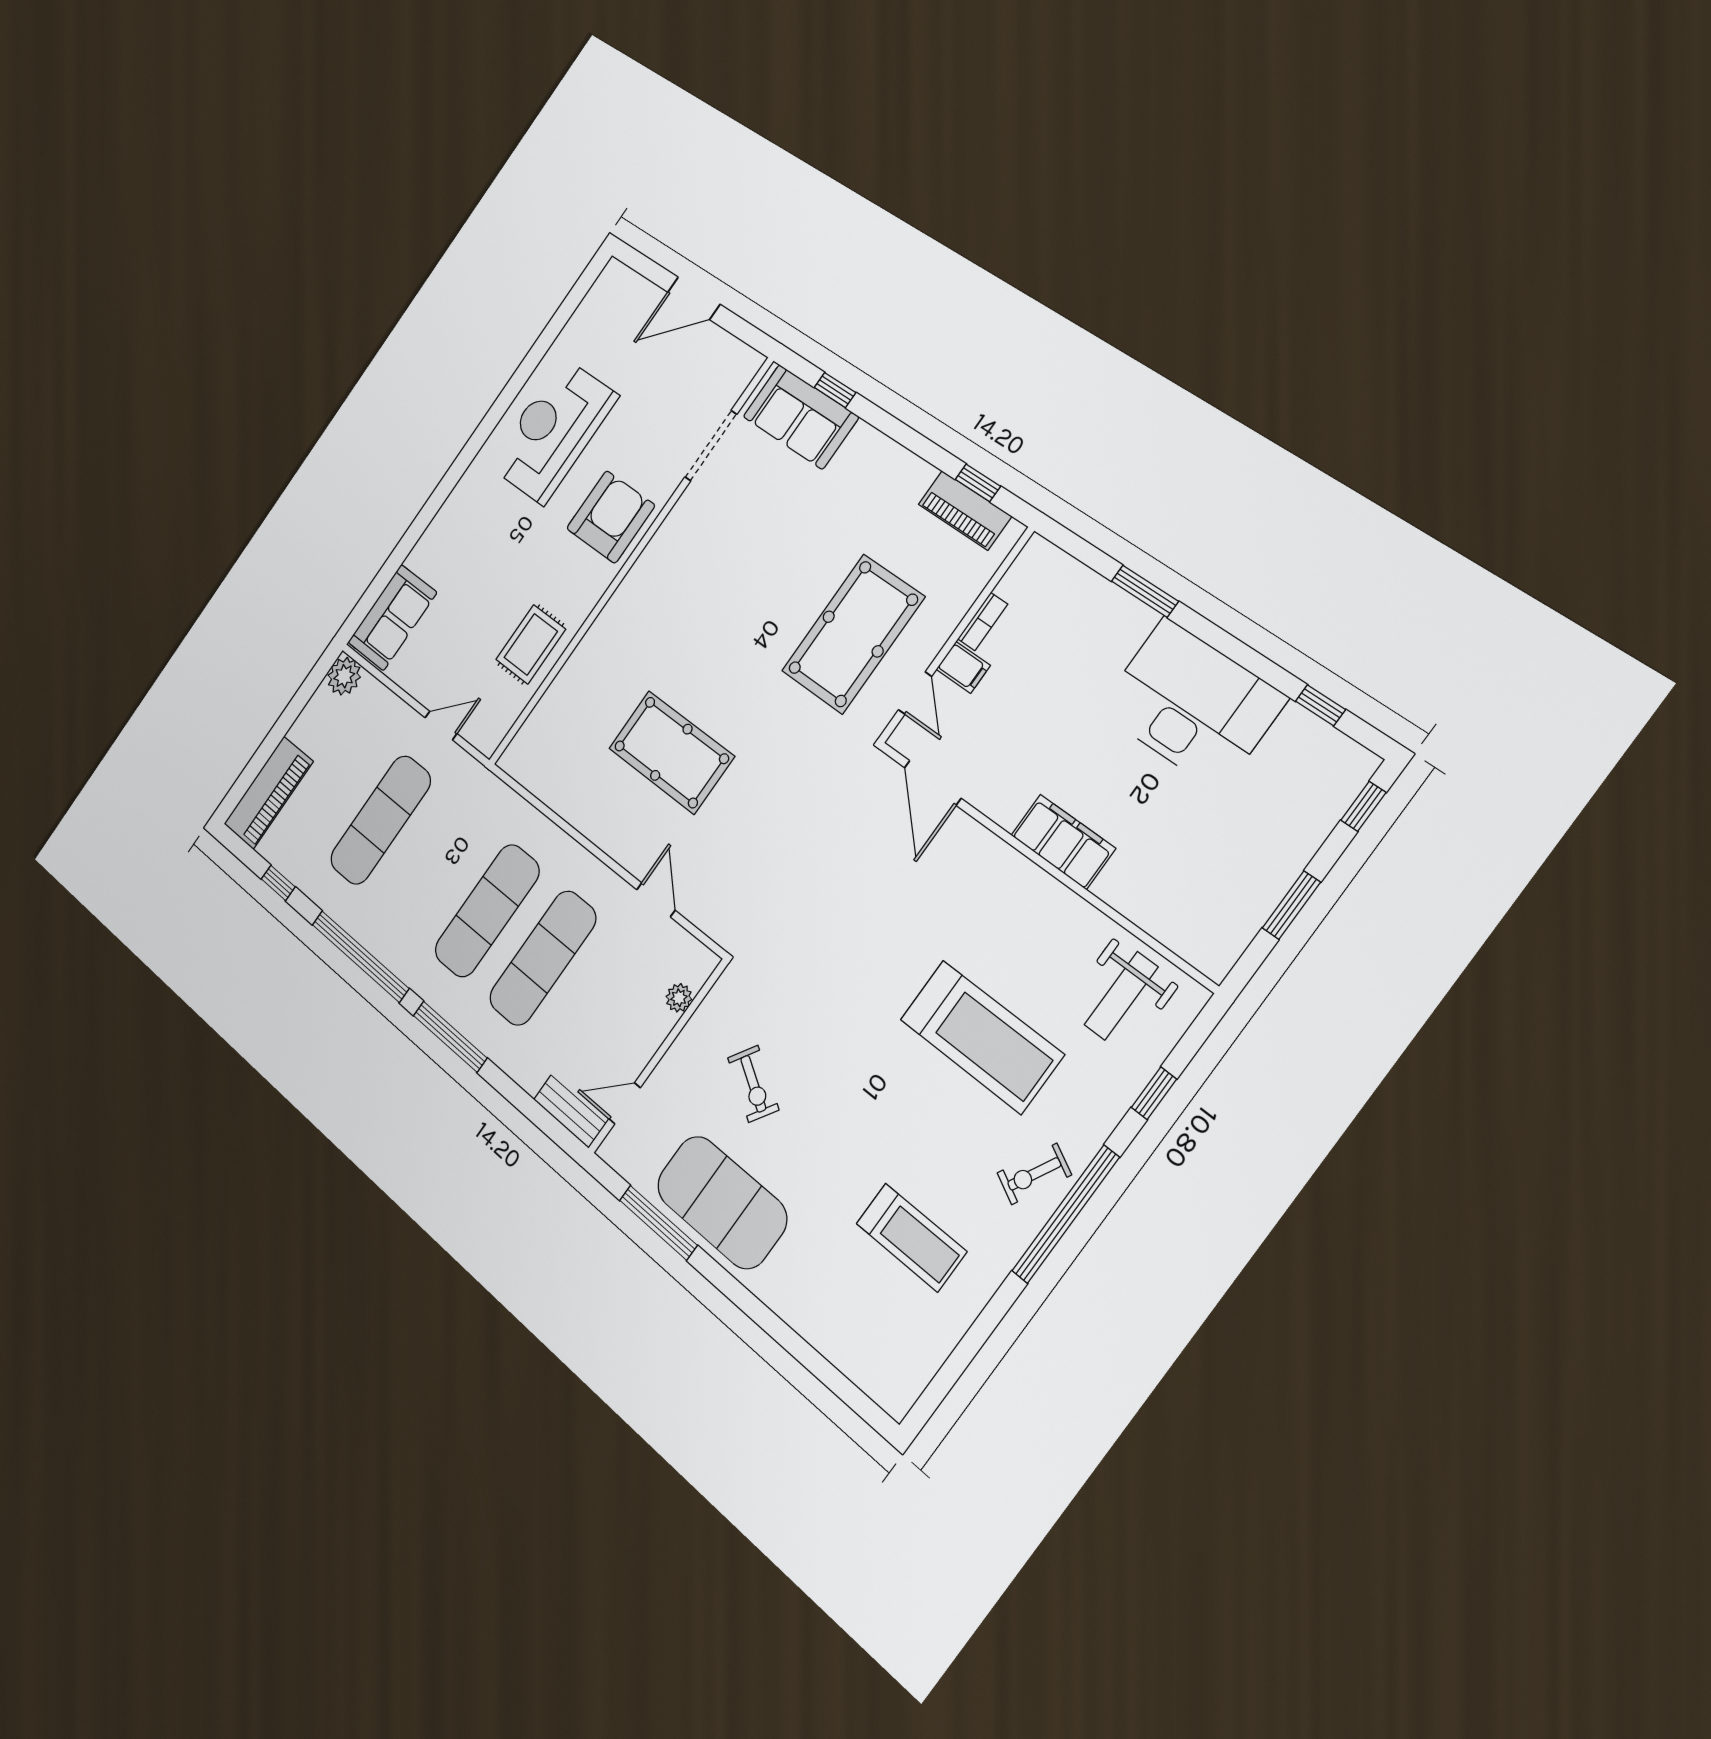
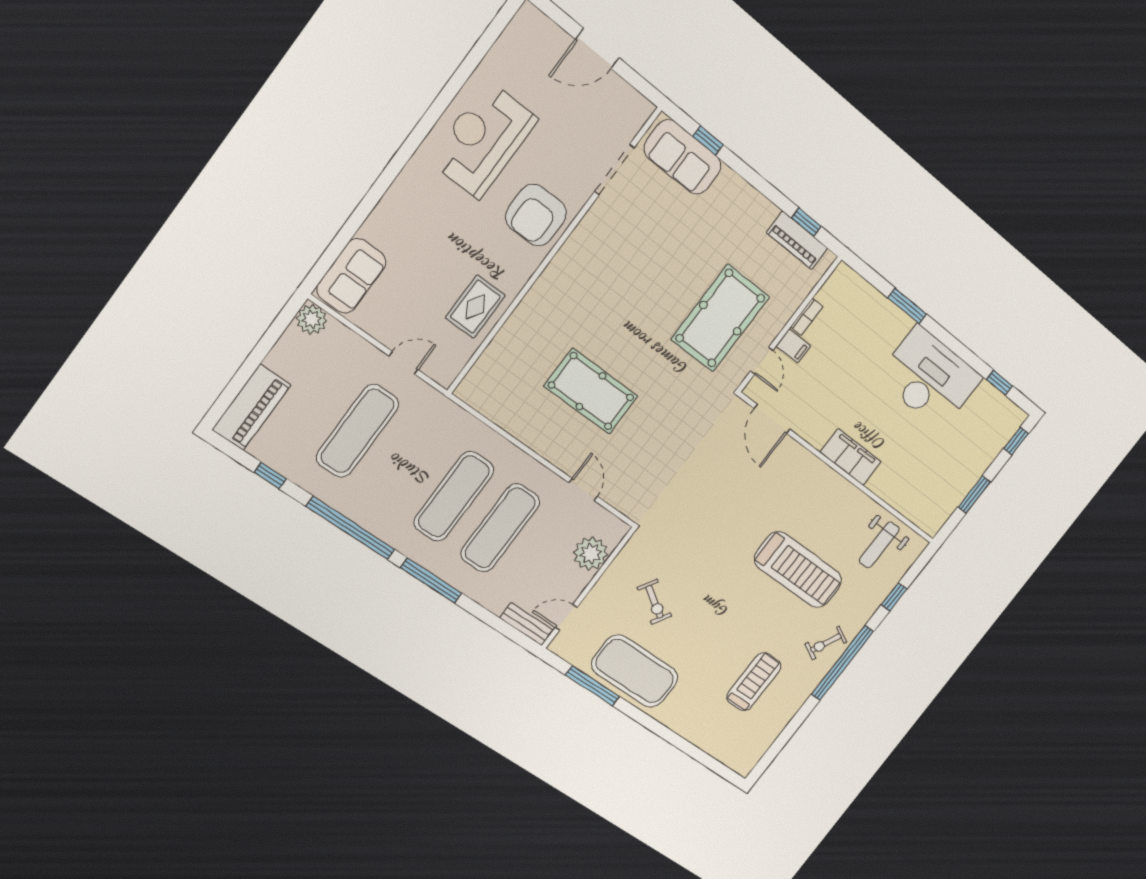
armchair: (611, 517) -> (536, 215), turned 180
plant: (679, 998) -> (591, 554), width x1.87, depth x1.87
treadmill: (911, 1237) -> (754, 682), turned -90

